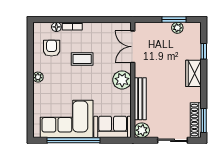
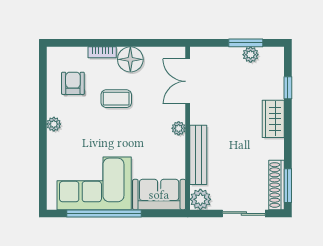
floor lamp: (56, 27) -> (130, 59), moved, width x1.89, depth x1.89
plant: (122, 80) -> (179, 128), width x0.53, depth x0.53

